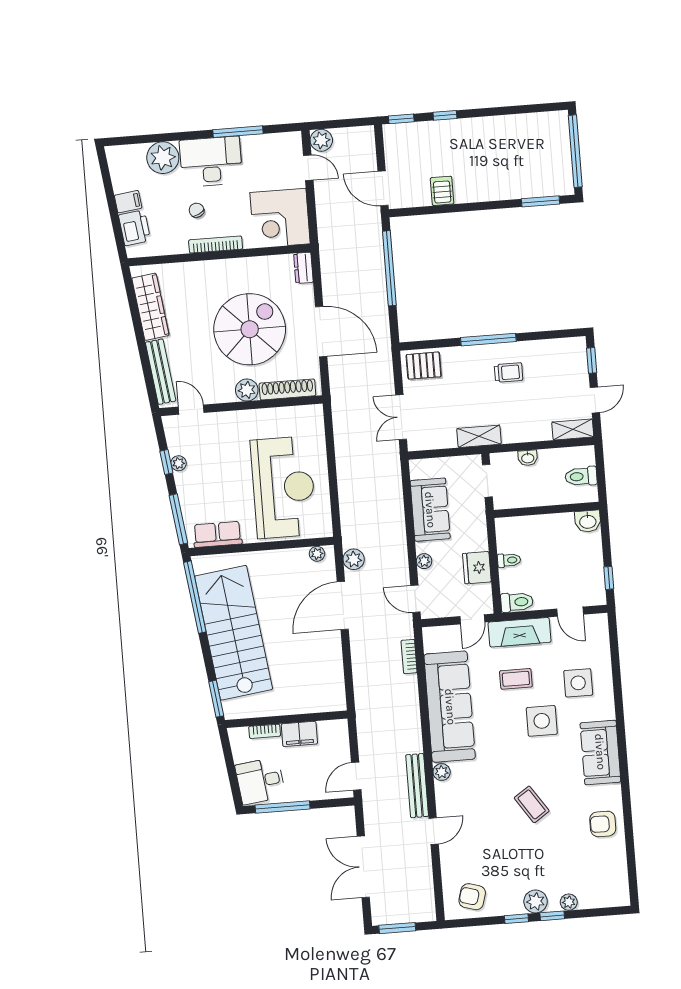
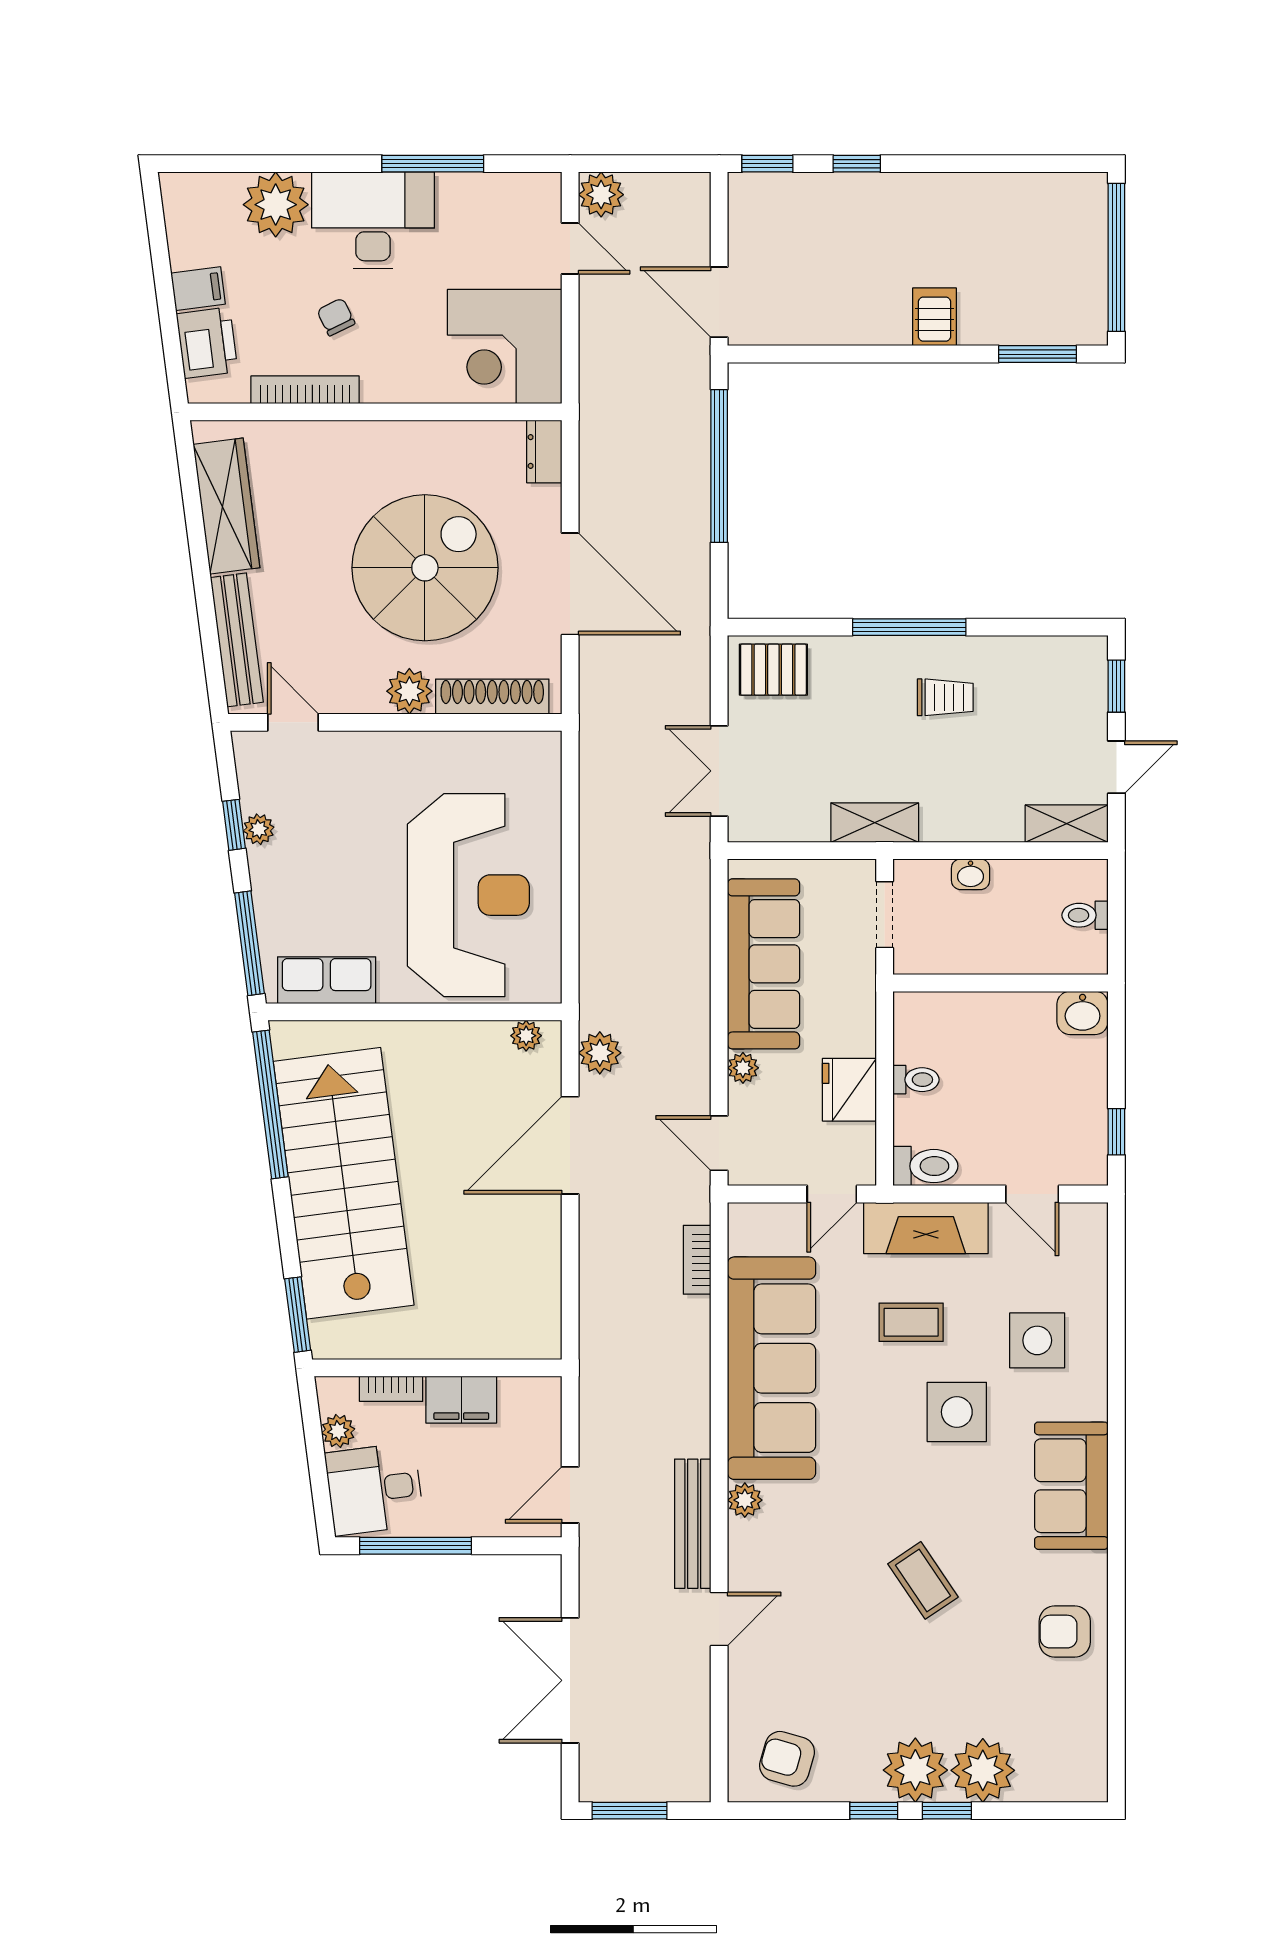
server rack: (442, 191) -> (935, 317), moved
bookcase: (216, 245) -> (305, 390), moved
toilet: (581, 476) -> (1085, 915), width x0.73, depth x0.72
sofa: (430, 510) -> (764, 964), width x1.36
plant: (240, 754) -> (338, 1431), added
plant: (536, 901) -> (915, 1770), width x1.36, depth x1.36
plant: (569, 902) -> (983, 1770), width x1.87, depth x1.87

